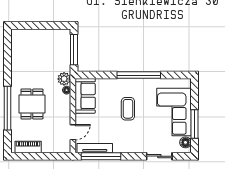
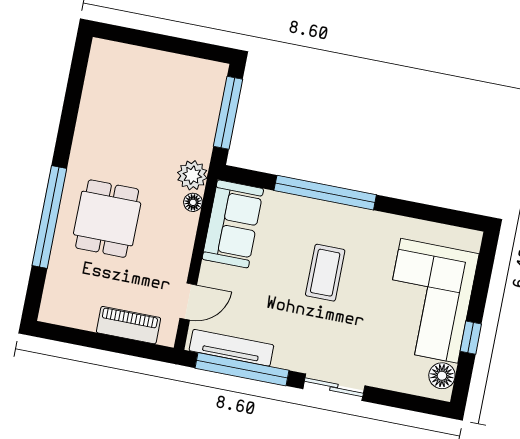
window: (139, 75) -> (325, 193), moved
window: (194, 124) -> (471, 338), width x0.46
piano: (28, 147) -> (129, 325), moved
sliding door: (159, 156) -> (334, 387), moved

